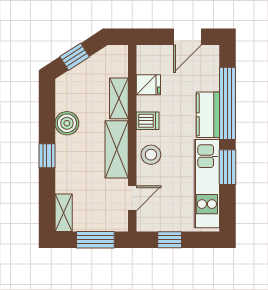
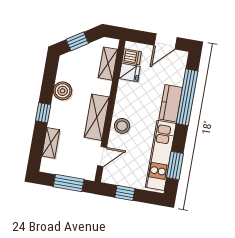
shelving: (119, 98) -> (108, 64), moved
dishwasher: (148, 121) -> (132, 57), moved
window: (228, 167) -> (175, 166), moved
shelving: (64, 213) -> (51, 143), moved

